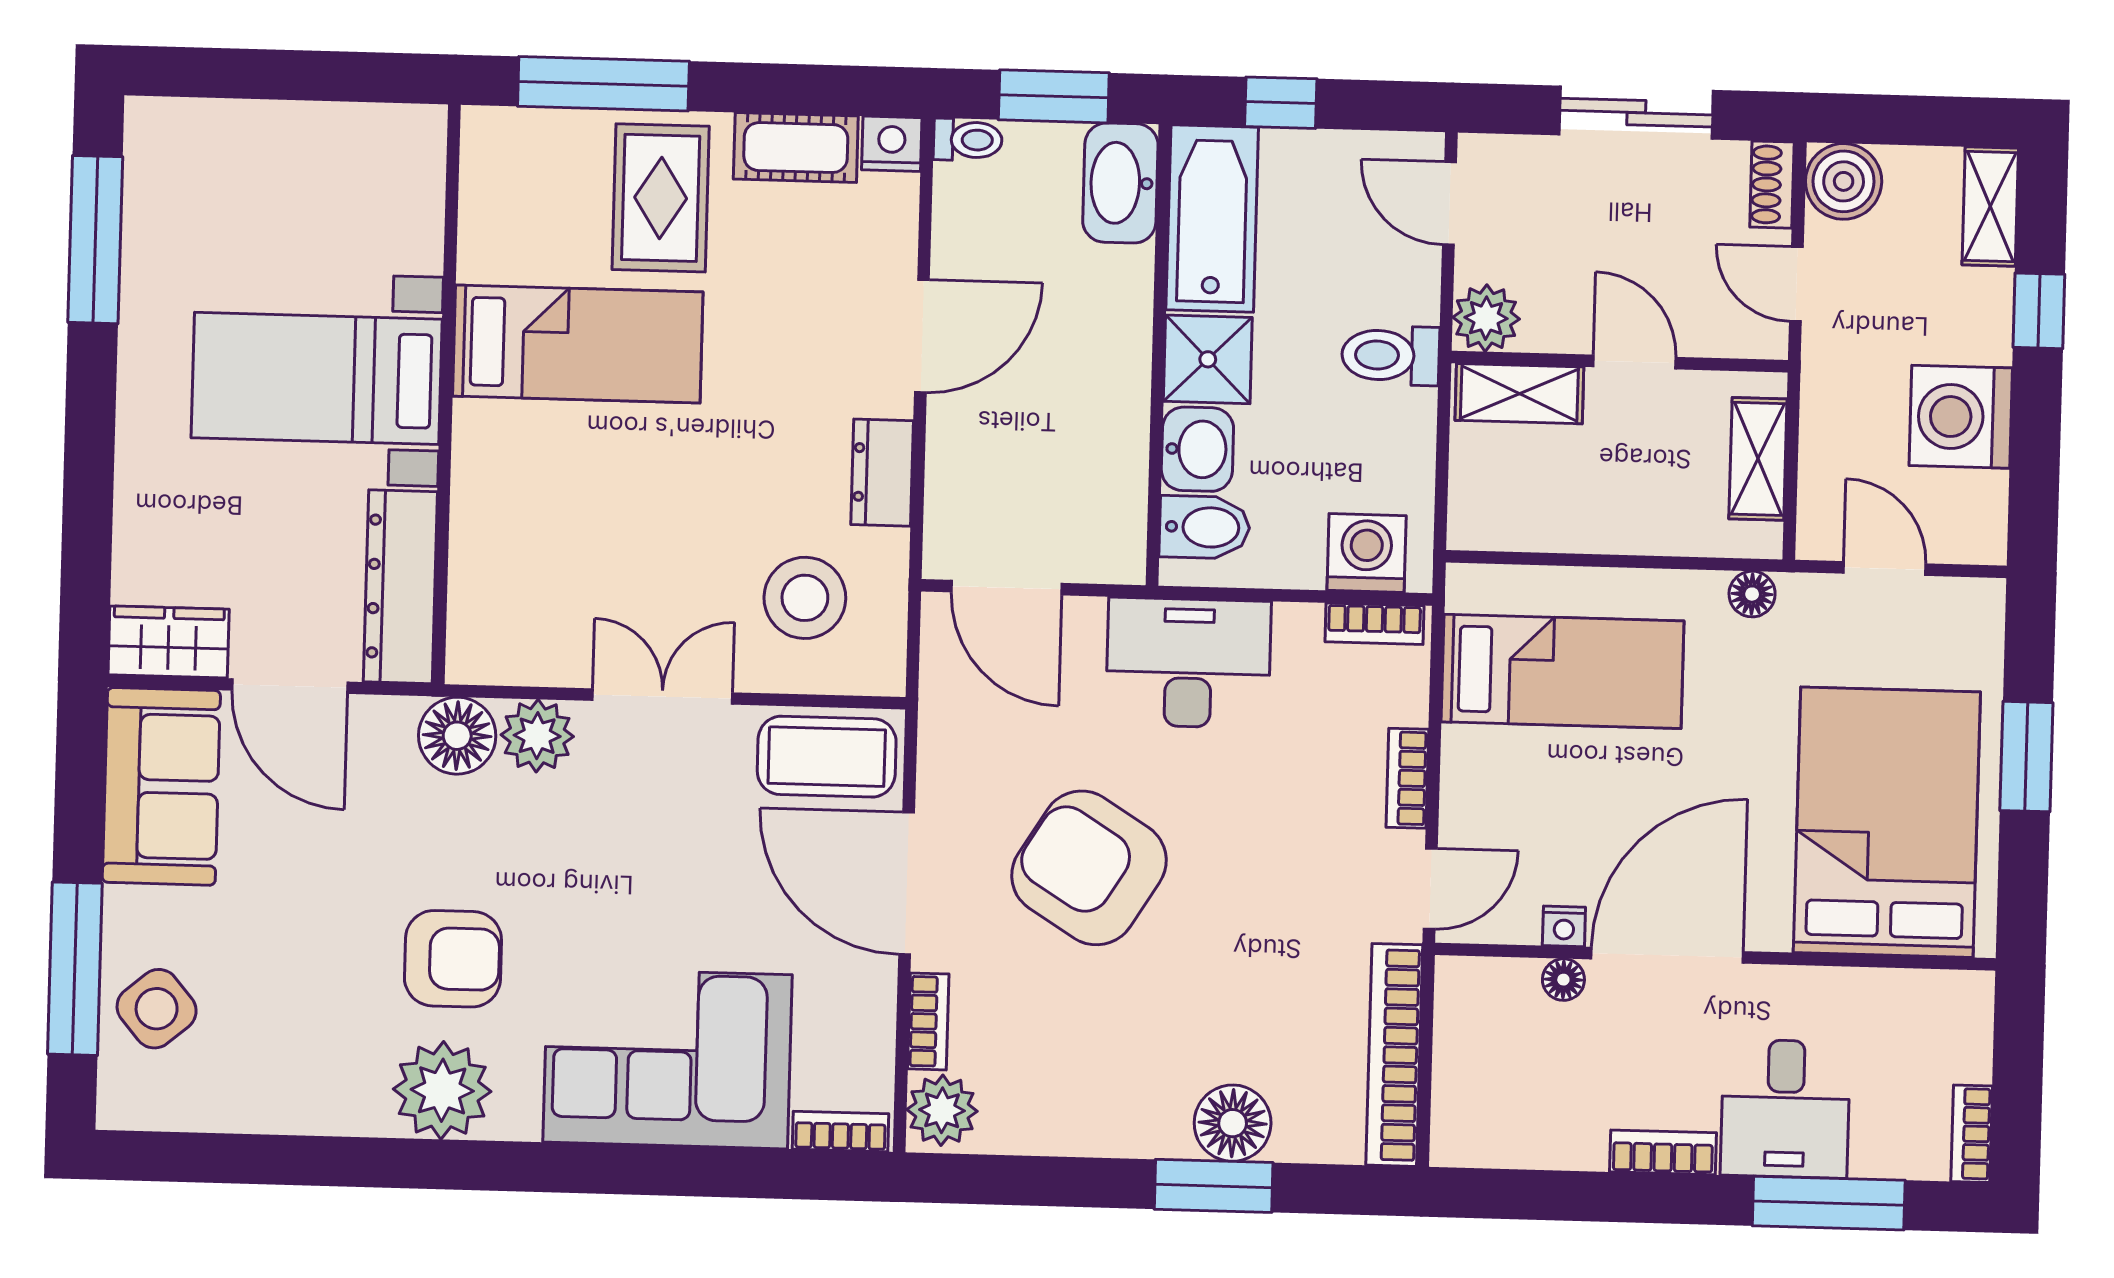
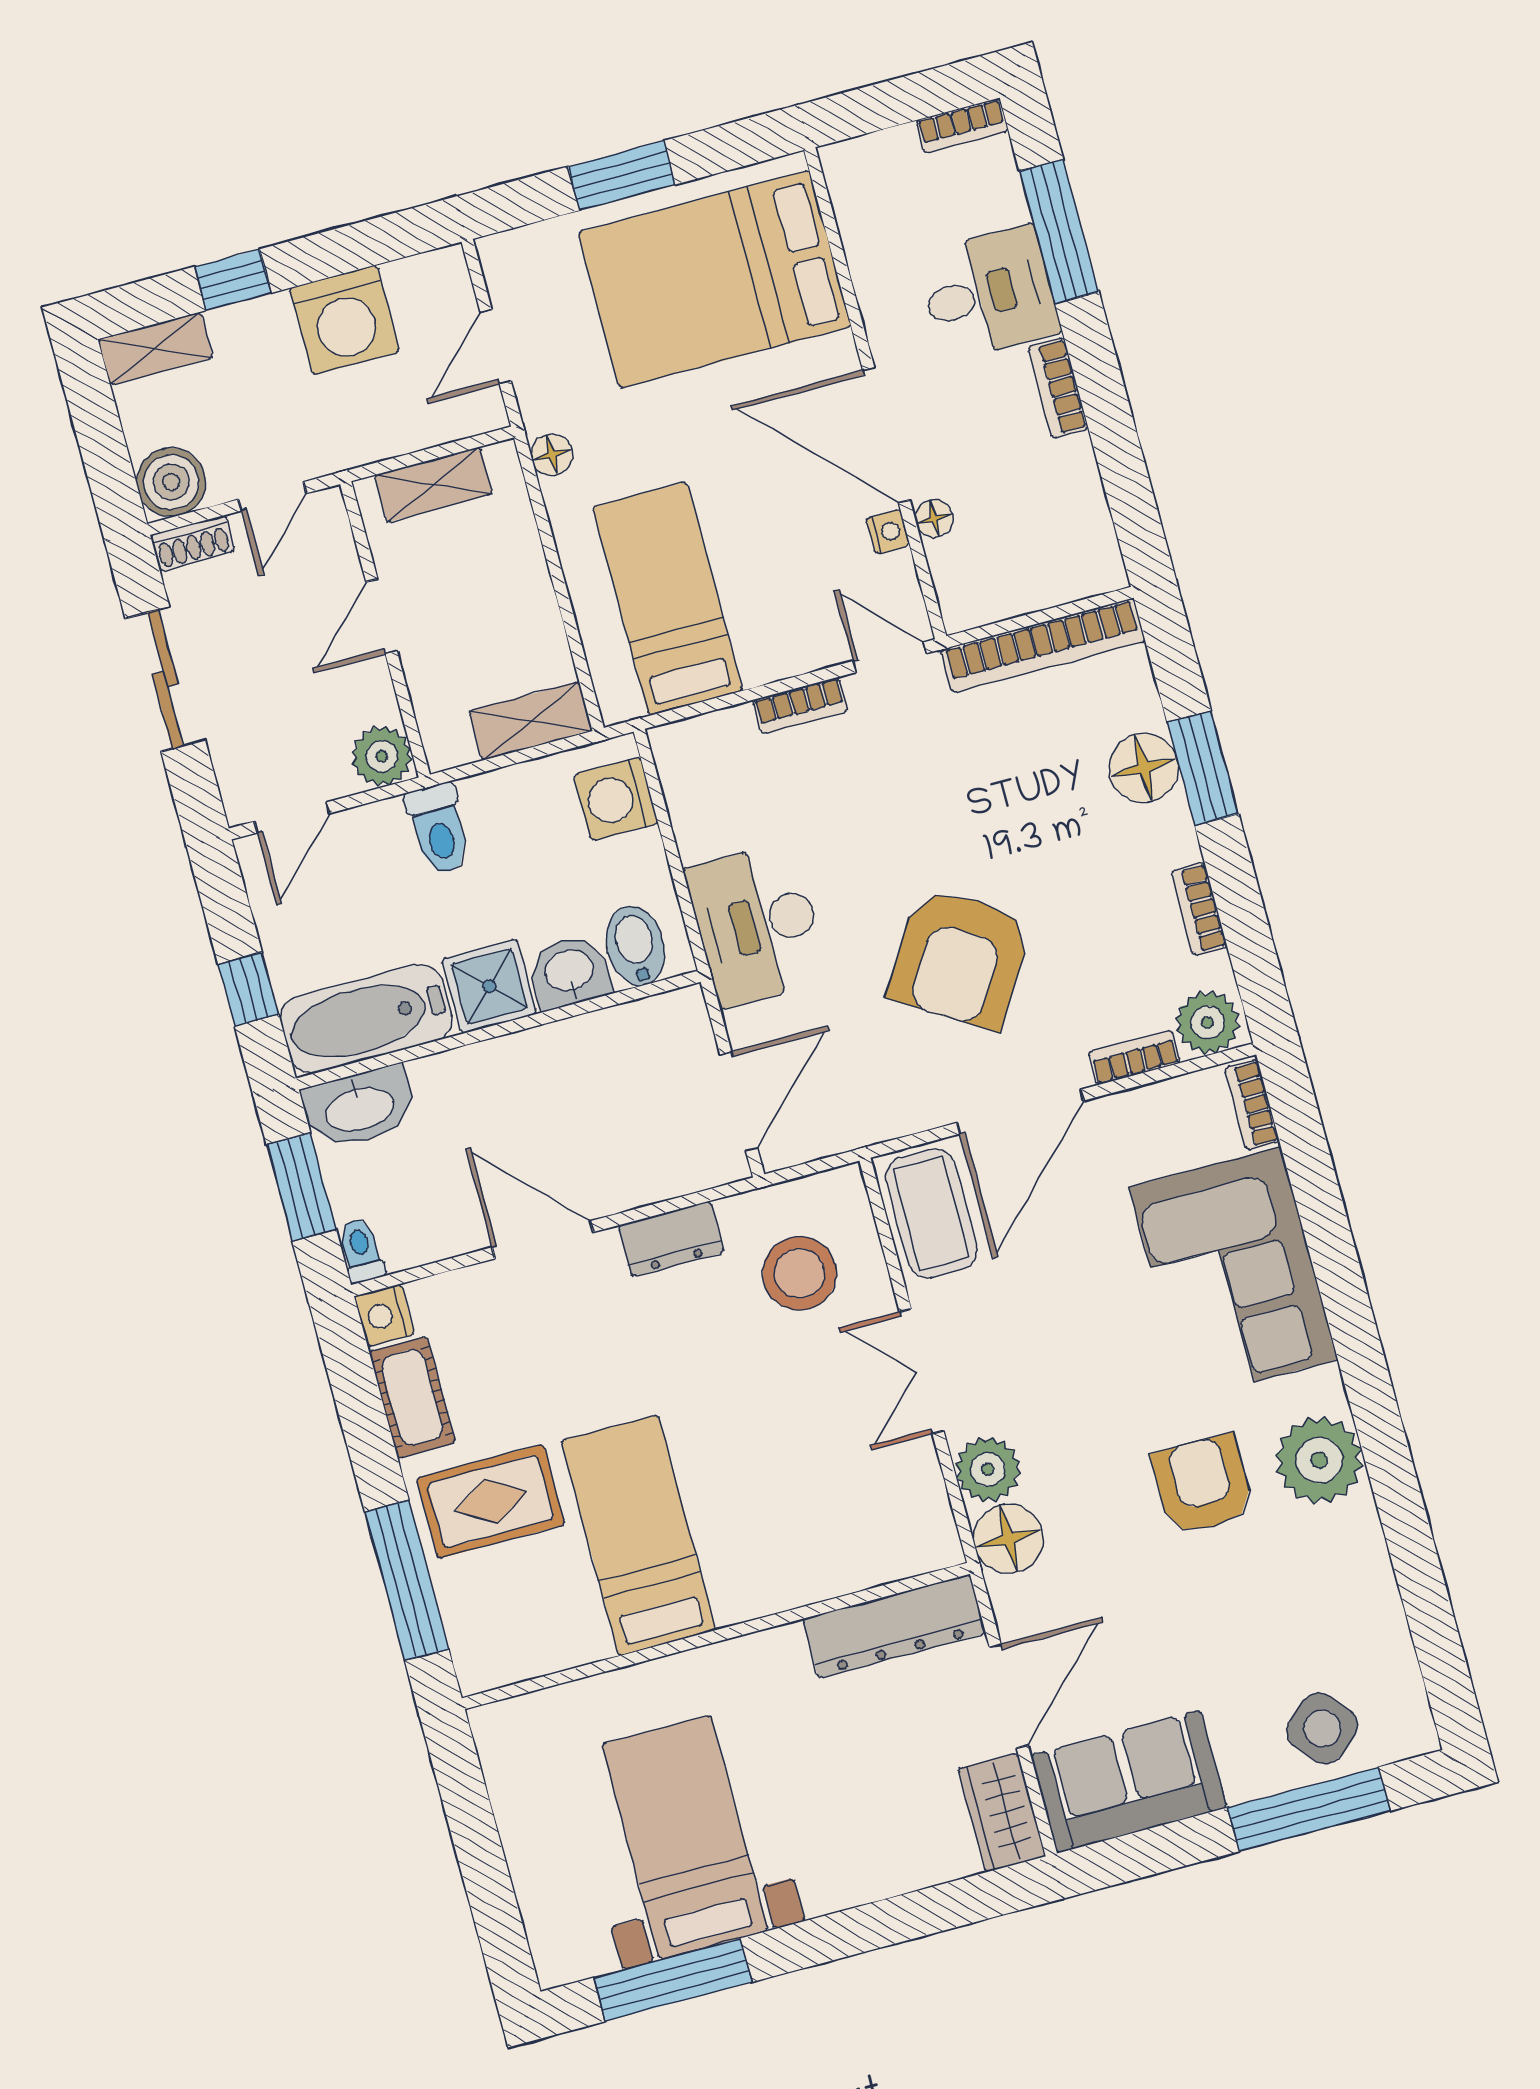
bed with nightstands: (317, 378) -> (685, 1837), moved, turned 180
shelving: (1519, 394) -> (531, 721), moved, turned 90
bookcase: (1374, 624) -> (1199, 909), moved, turned 180

